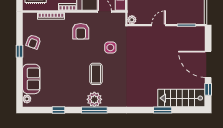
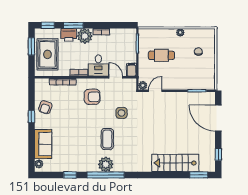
door: (159, 25) -> (155, 91), moved
armchair: (81, 31) -> (92, 97), turned -90
door: (208, 64) -> (218, 118), moved
stairs: (181, 98) -> (175, 163), moved
window: (94, 110) -> (106, 175), width x1.46
window: (163, 110) -> (199, 175), moved

